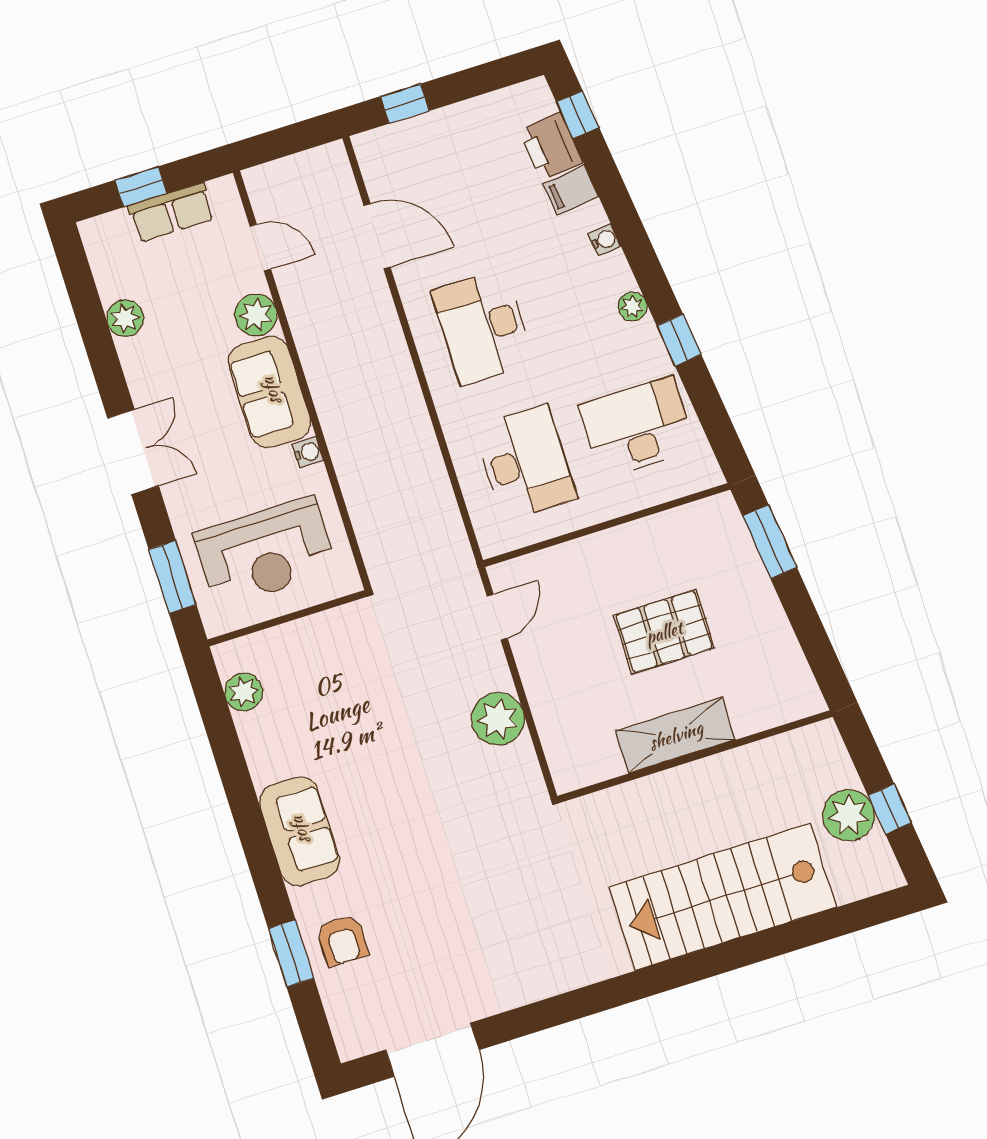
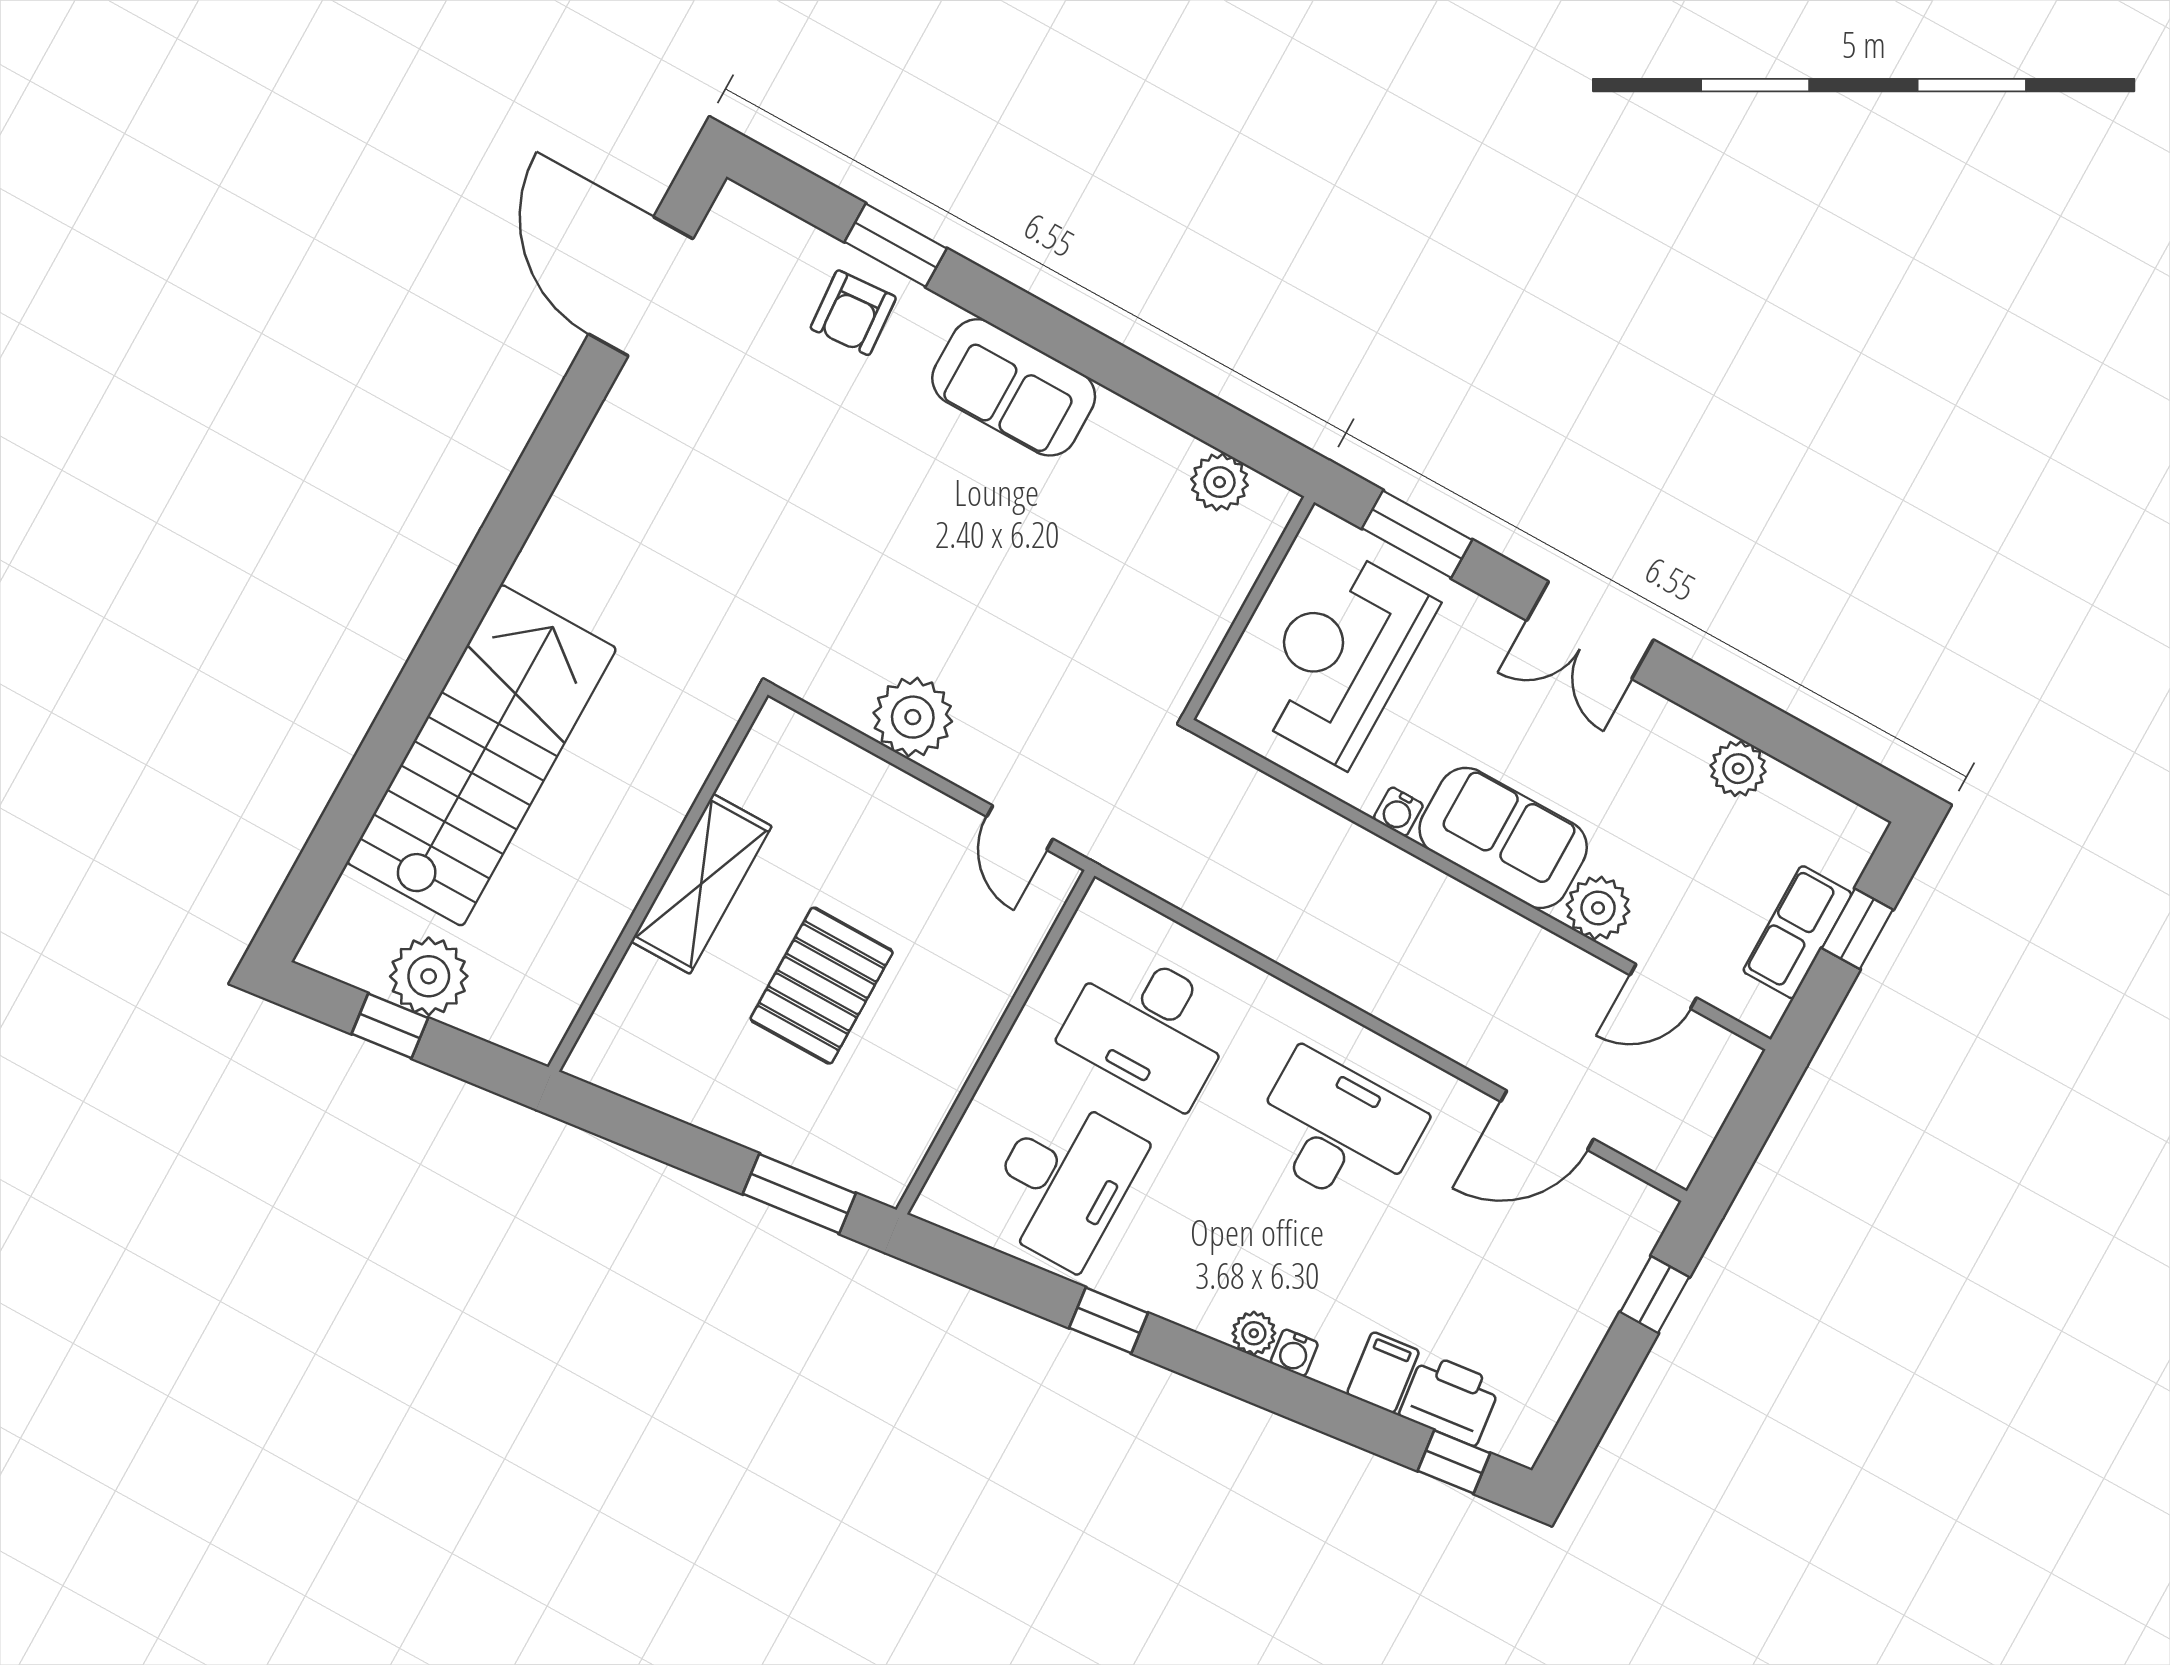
plant: (633, 307) -> (1254, 1333), moved
armchair: (342, 940) -> (853, 313), turned -94

